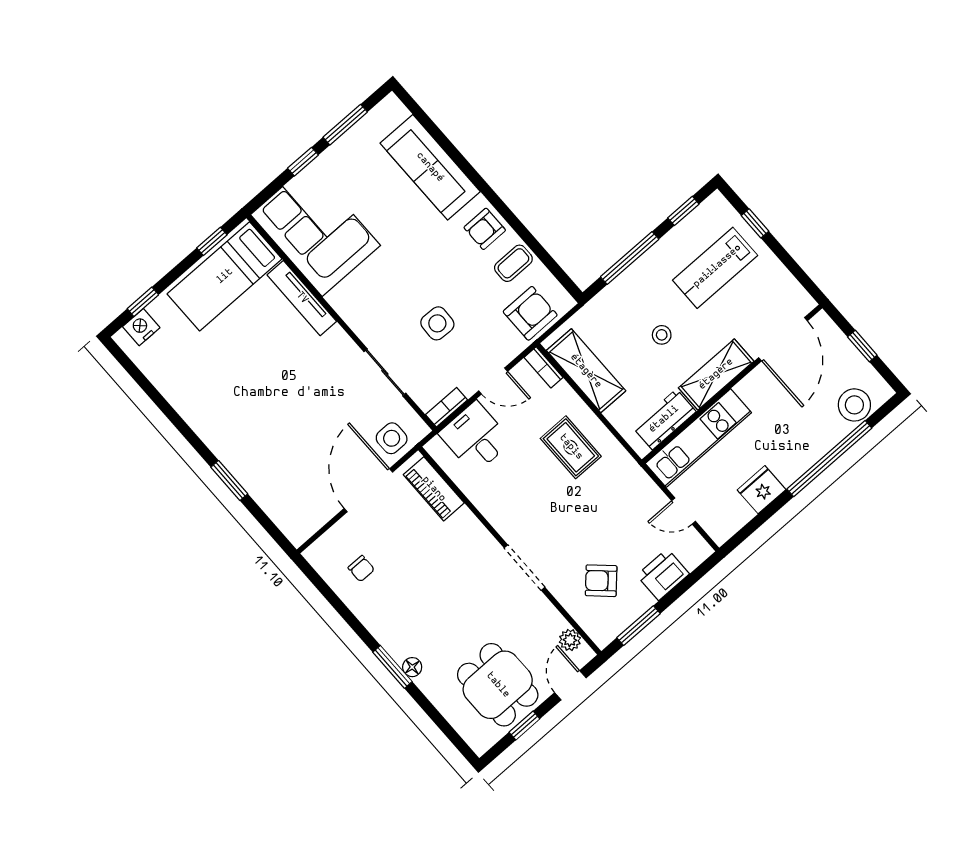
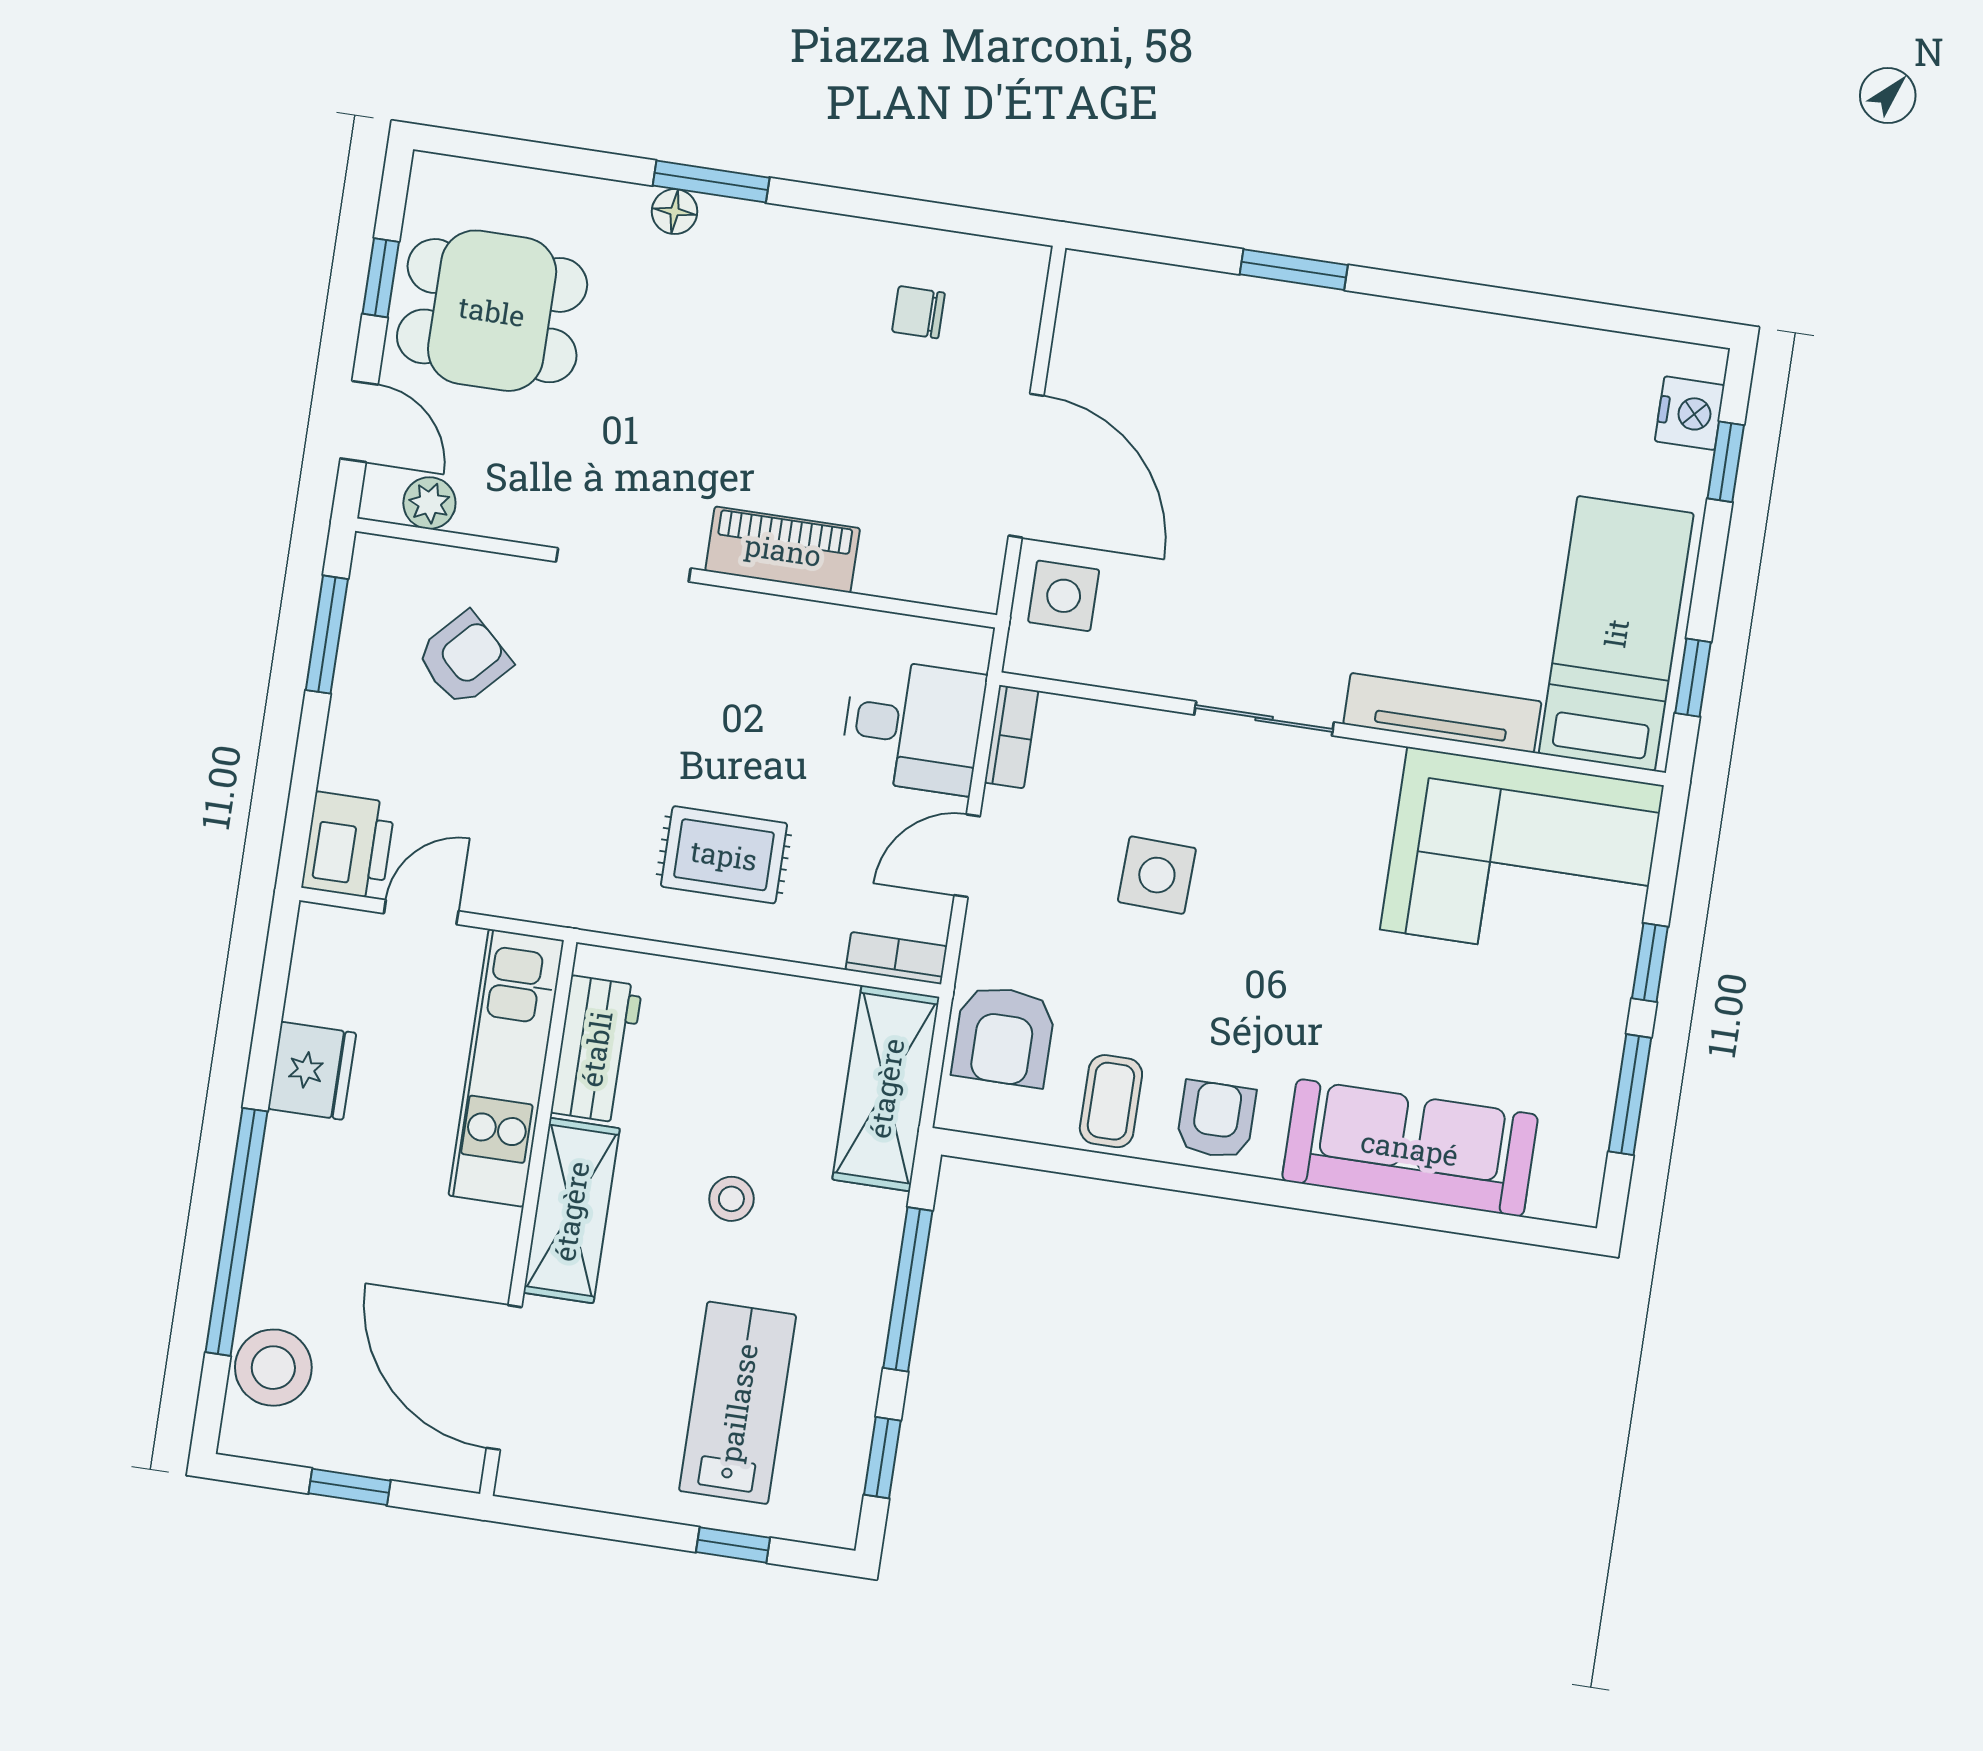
shelving: (586, 371) -> (886, 1088), moved, turned 90
sliding door: (385, 372) -> (1264, 719), moved
piano: (434, 489) -> (783, 550), moved
printer: (663, 575) -> (348, 845), moved

